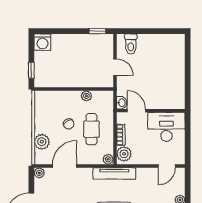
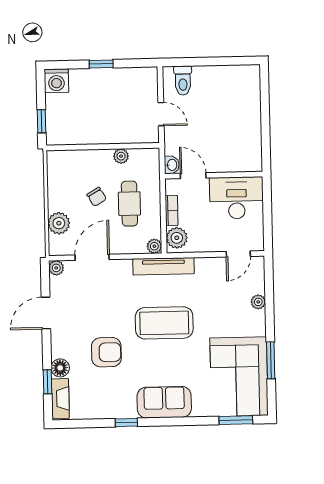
window: (97, 31) -> (101, 64), moved

